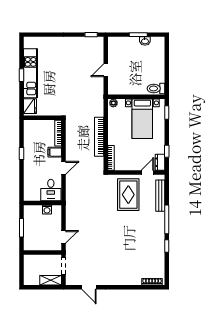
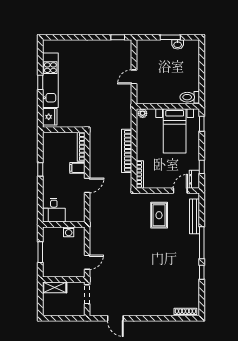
desk: (51, 190) -> (54, 210), moved
rug: (128, 195) -> (159, 215), width x0.73, depth x0.70
shelving: (51, 280) -> (55, 287), moved

